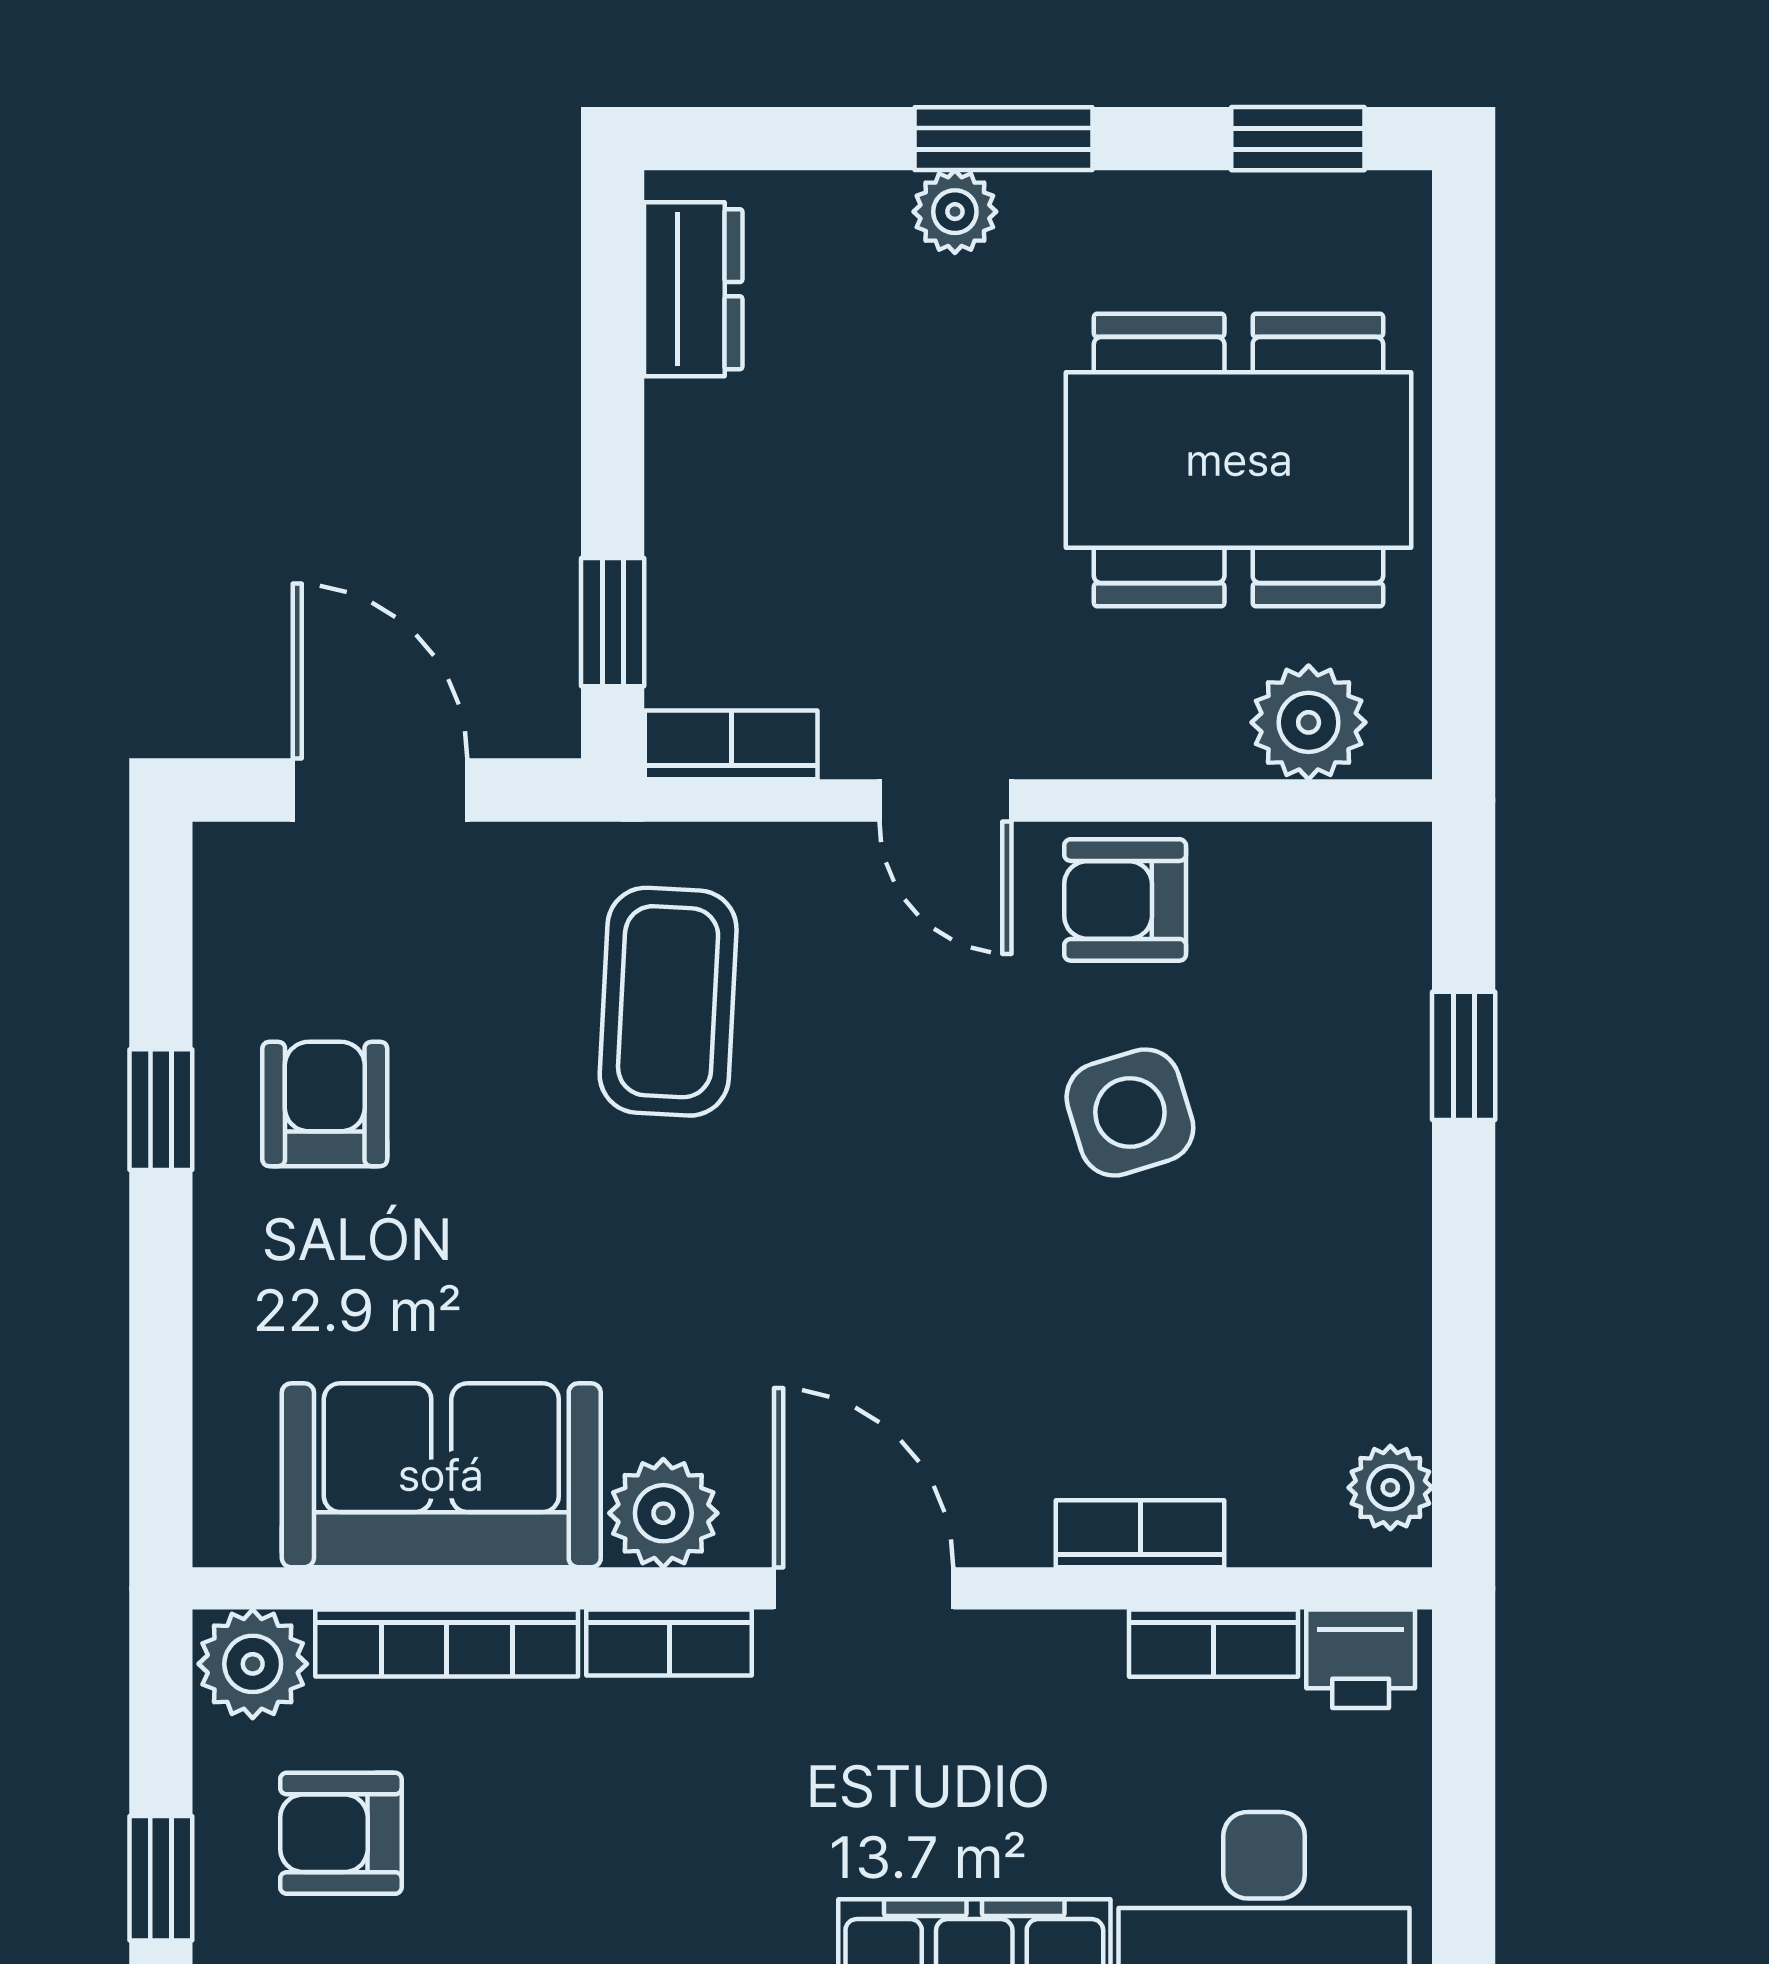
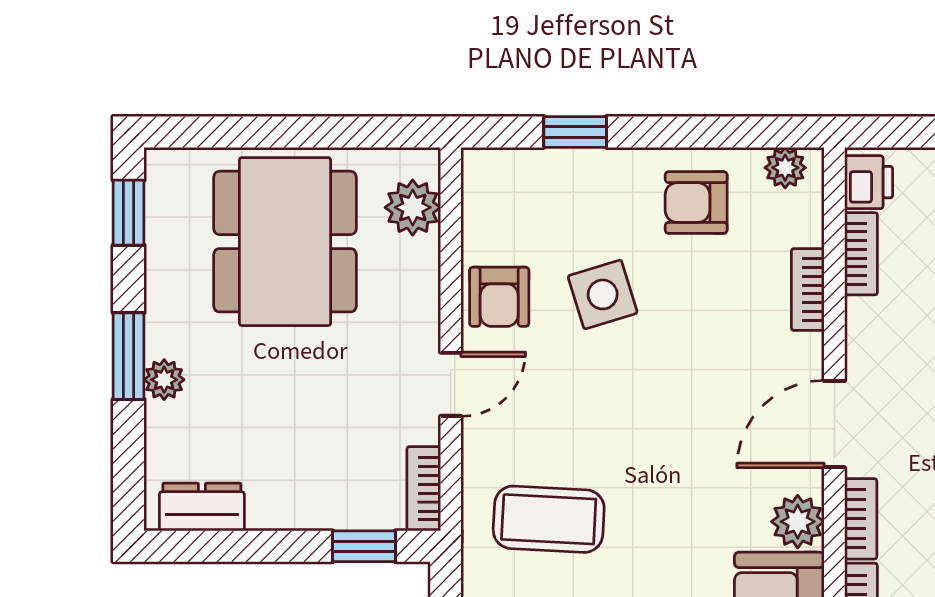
armchair: (1319, 1305) -> (696, 203), added

